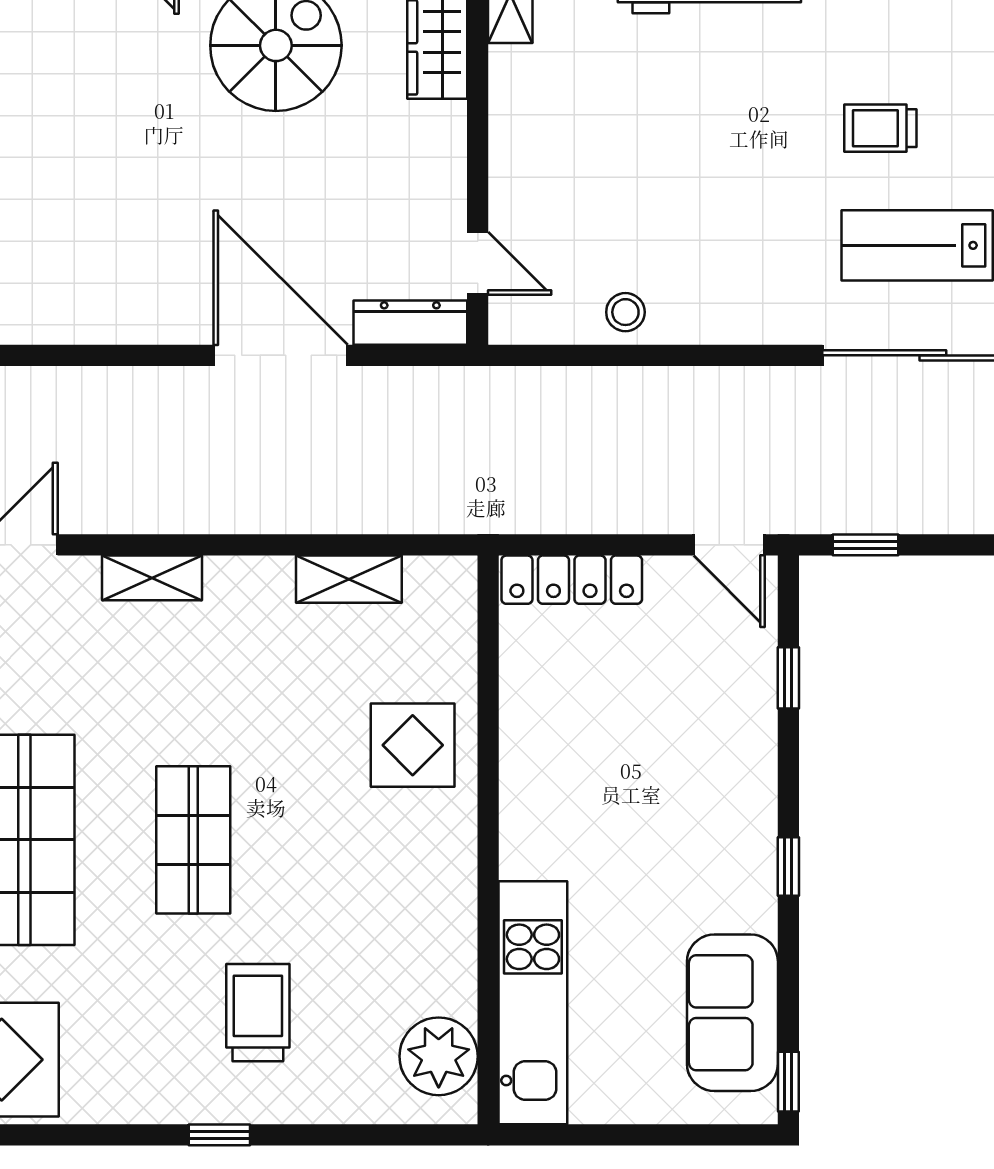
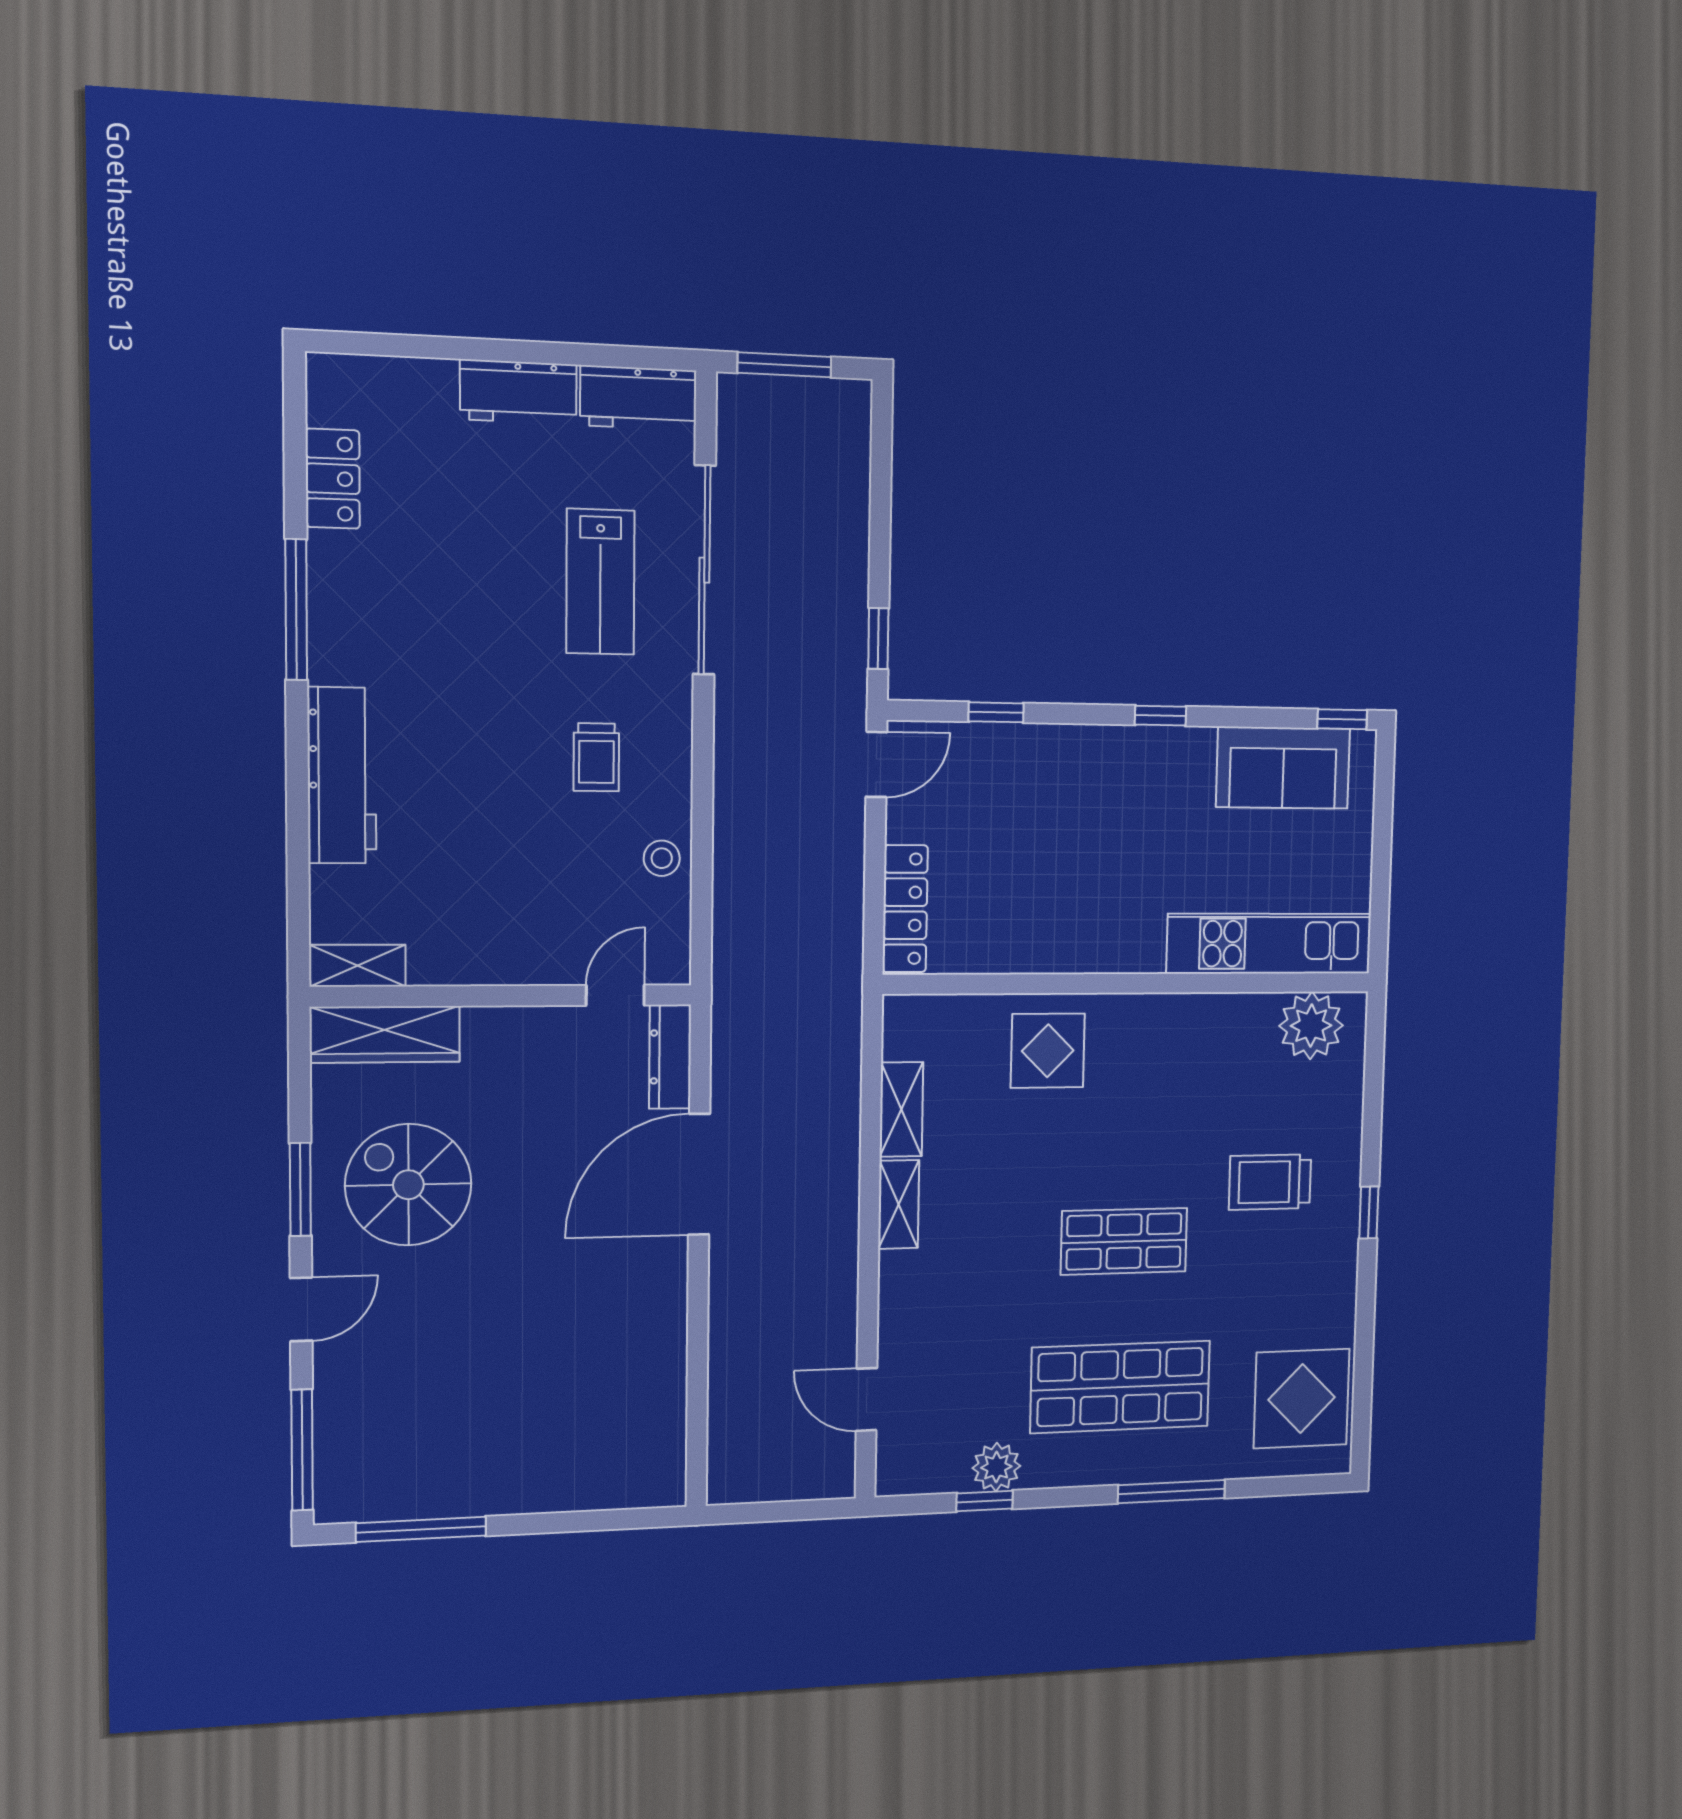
trolley: (880, 128) -> (596, 757), moved
shelving: (152, 578) -> (899, 1204), moved

